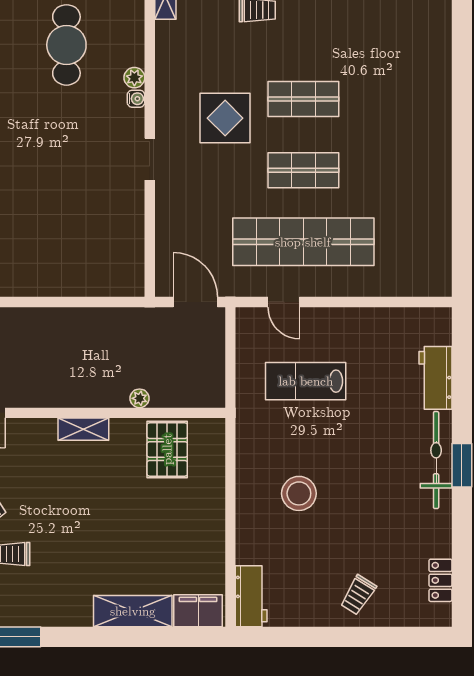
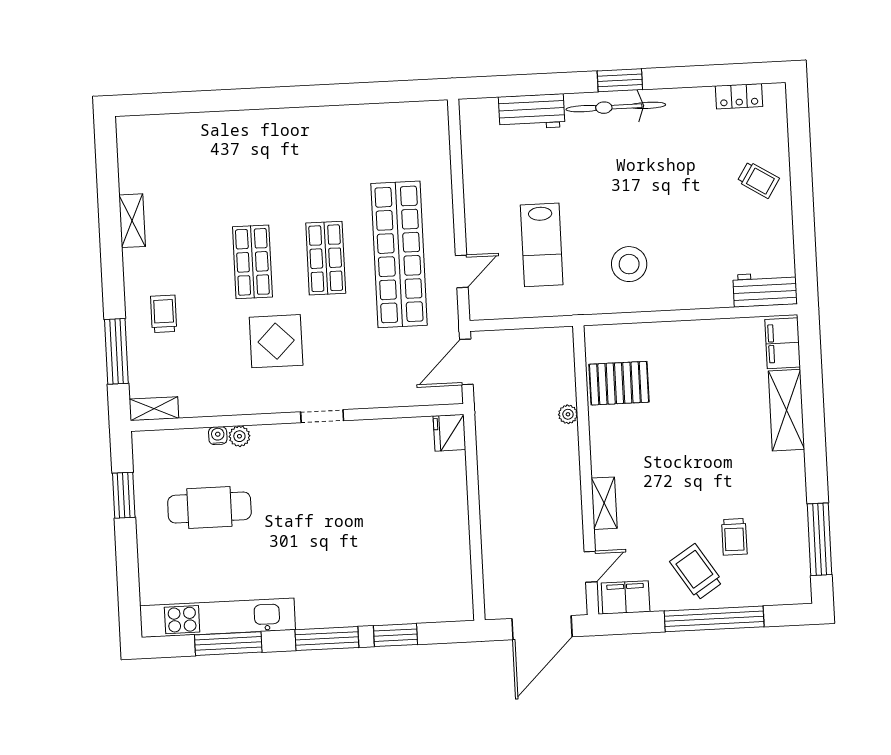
water cooler: (136, 99) -> (218, 436), moved
fridge: (127, 282) -> (449, 433), added
shelving: (83, 429) -> (604, 503), moved
stool: (299, 493) -> (629, 264), moved

